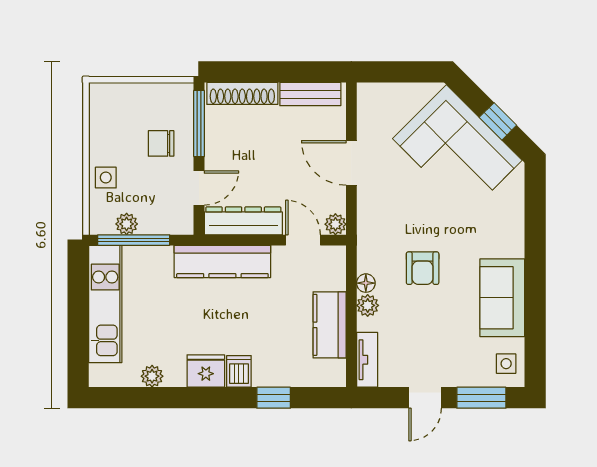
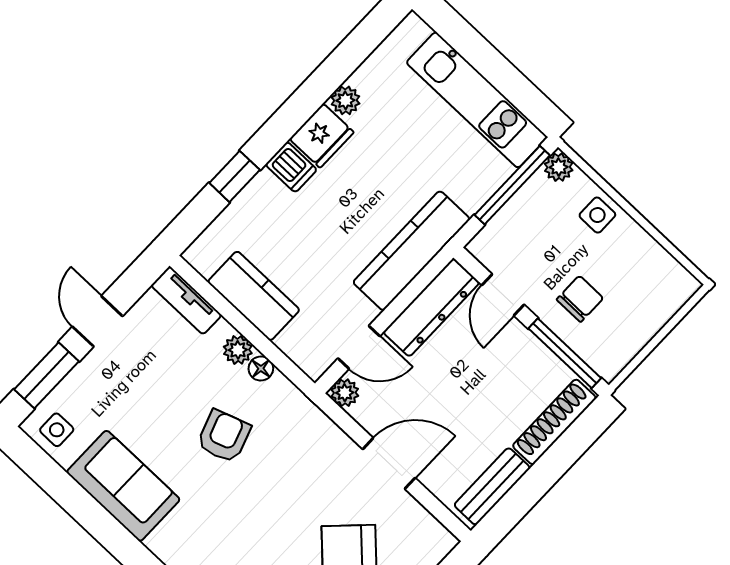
plant: (127, 224) -> (559, 167), moved
armchair: (423, 268) -> (224, 436), turned 71
plant: (152, 376) -> (345, 100), moved

